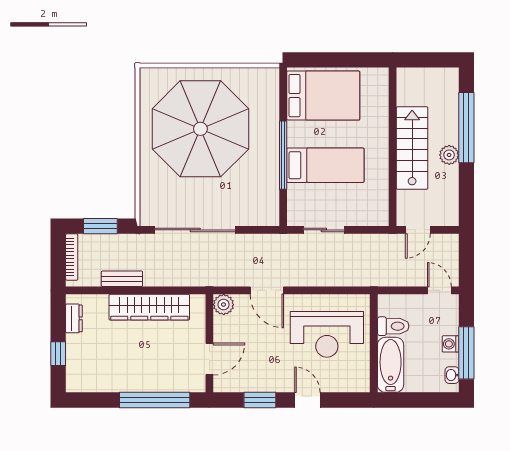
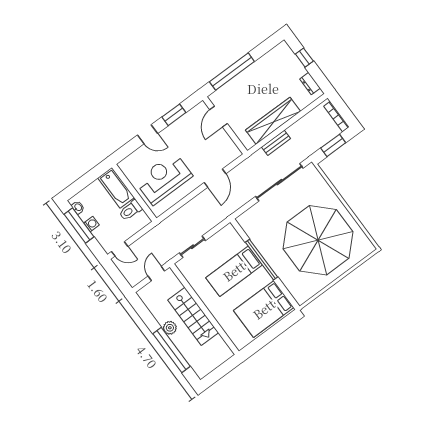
sliding door: (324, 230) -> (192, 247), moved
bench: (122, 279) -> (276, 143), moved
door: (267, 290) -> (215, 178), swing flipped
plant: (224, 305) -> (233, 153), removed

